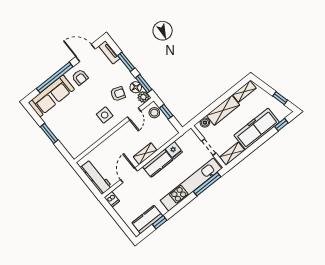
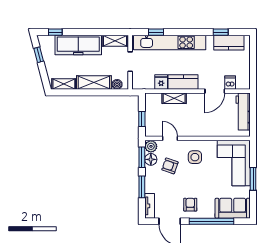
sofa: (51, 96) -> (233, 208), width x0.73
stool: (154, 113) -> (152, 126), removed
door: (134, 114) -> (170, 138), hinge flipped
corner sofa: (73, 133) -> (234, 163), added
shelving: (145, 154) -> (174, 98), moved
window: (207, 184) -> (156, 32), width x0.46
dishwasher: (112, 199) -> (230, 83), moved

